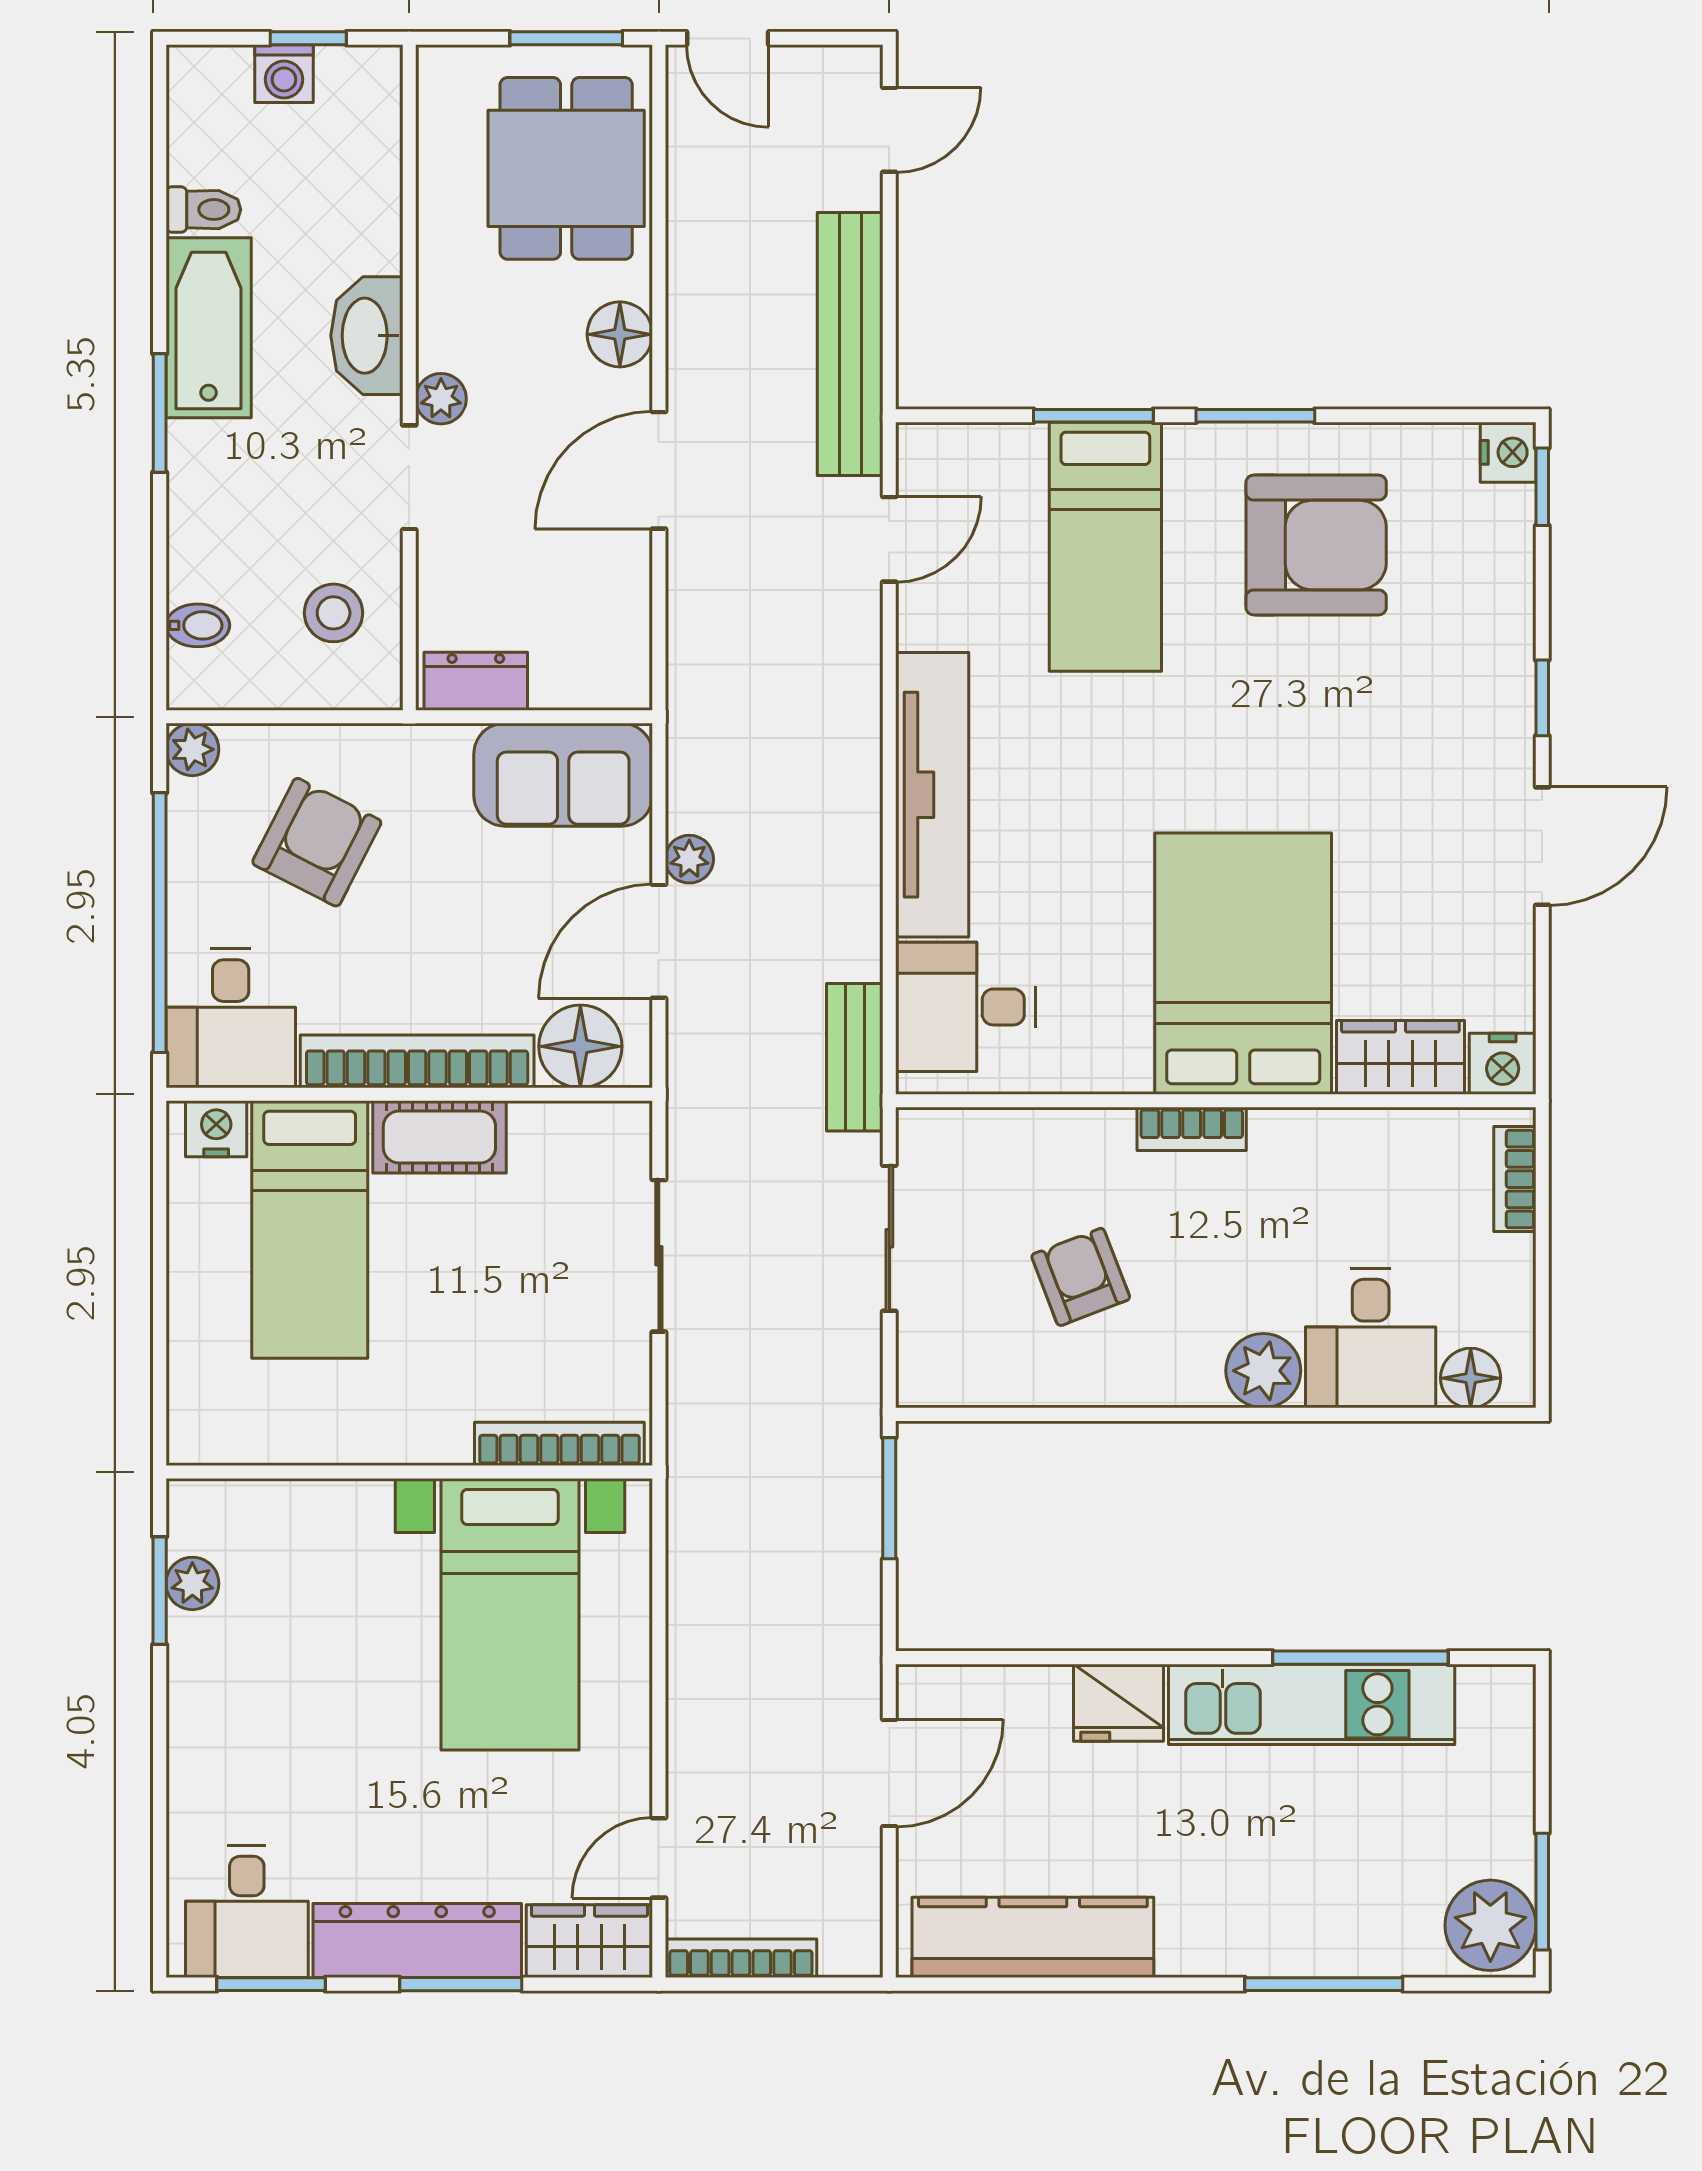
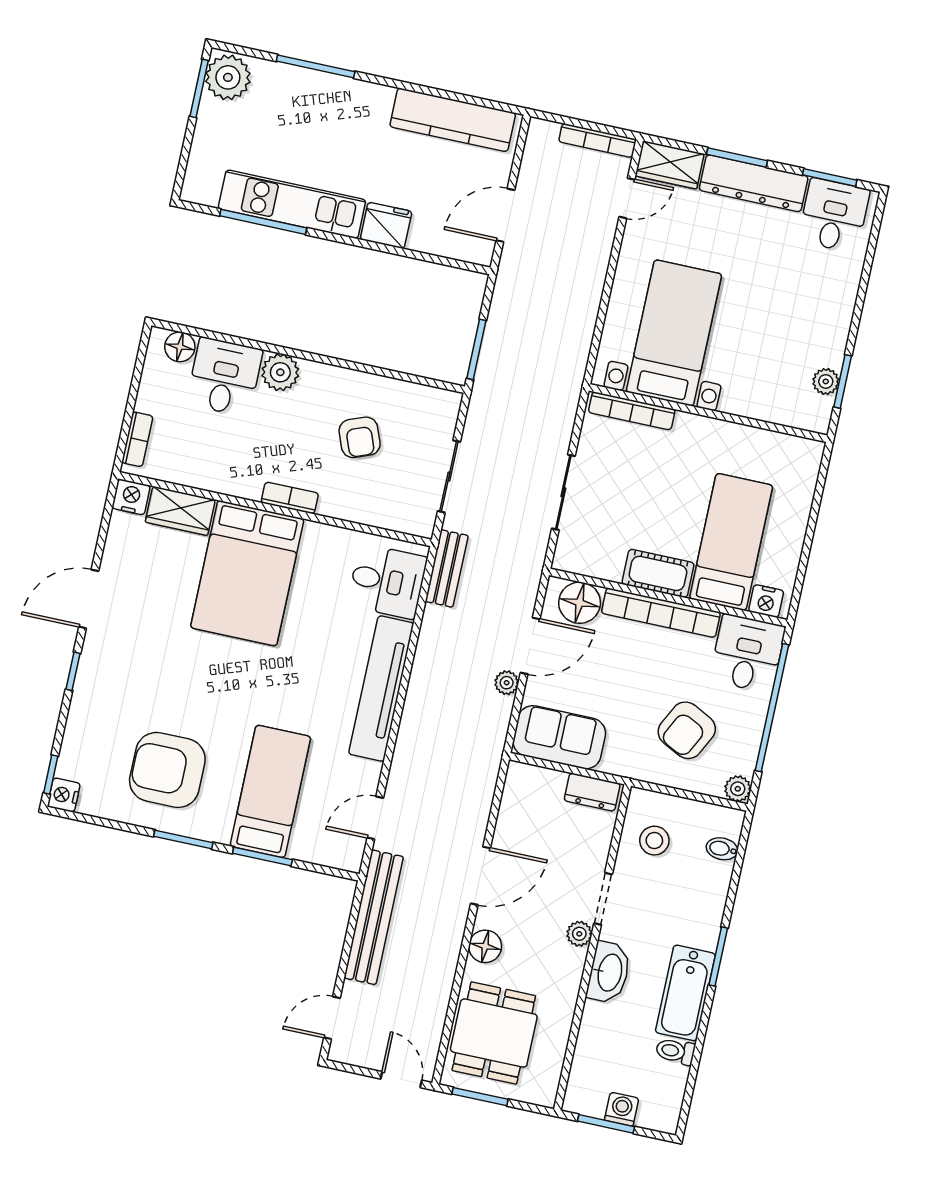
window: (308, 38) -> (606, 1124), width x1.50

